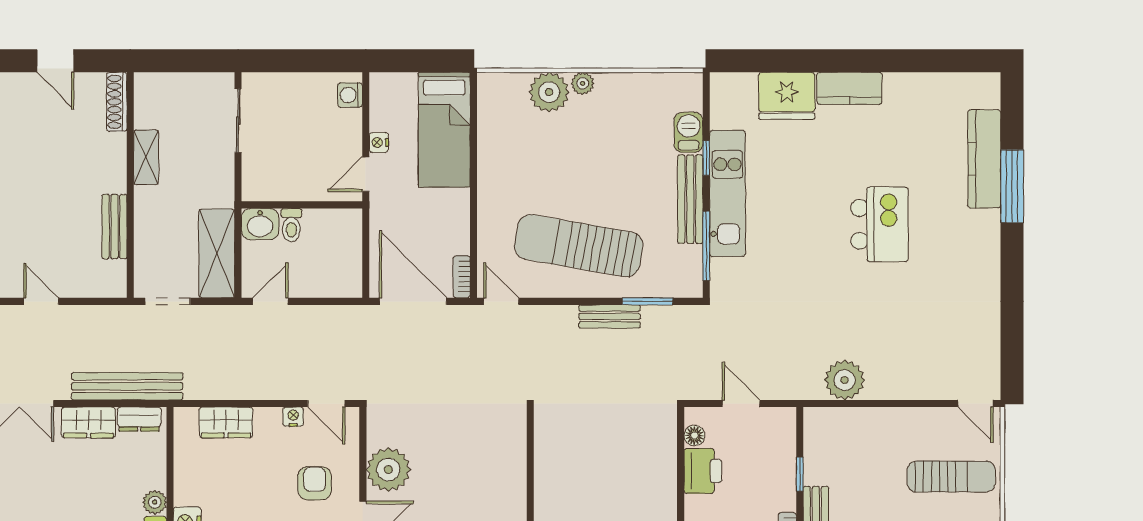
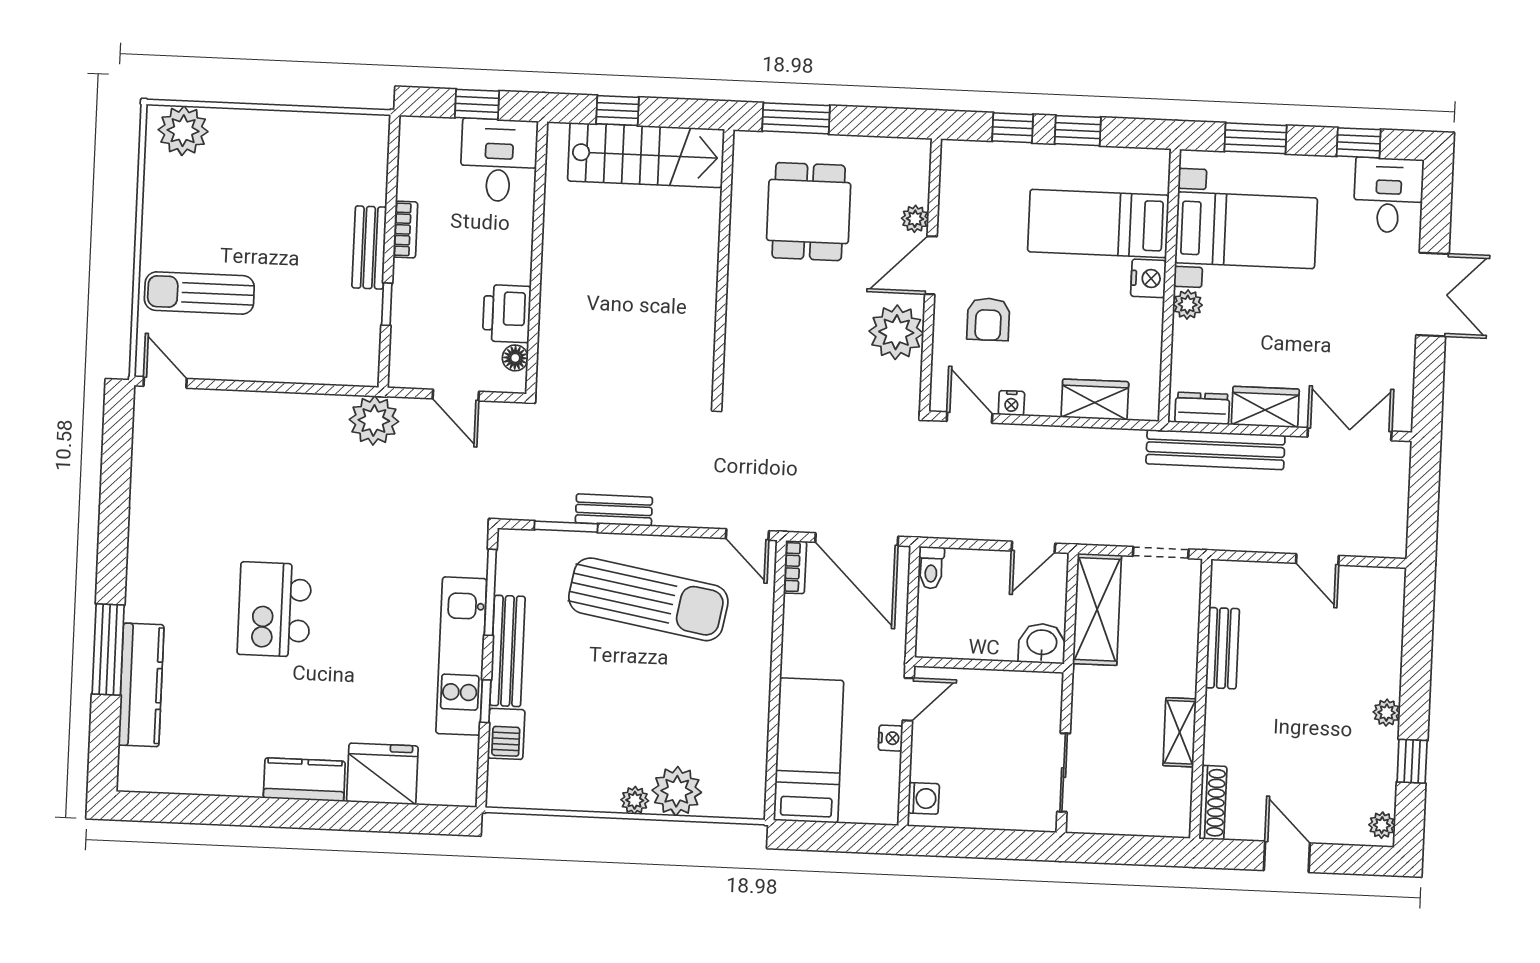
toilet: (291, 225) -> (931, 568), moved, turned 180
plant: (845, 380) -> (374, 420), moved

